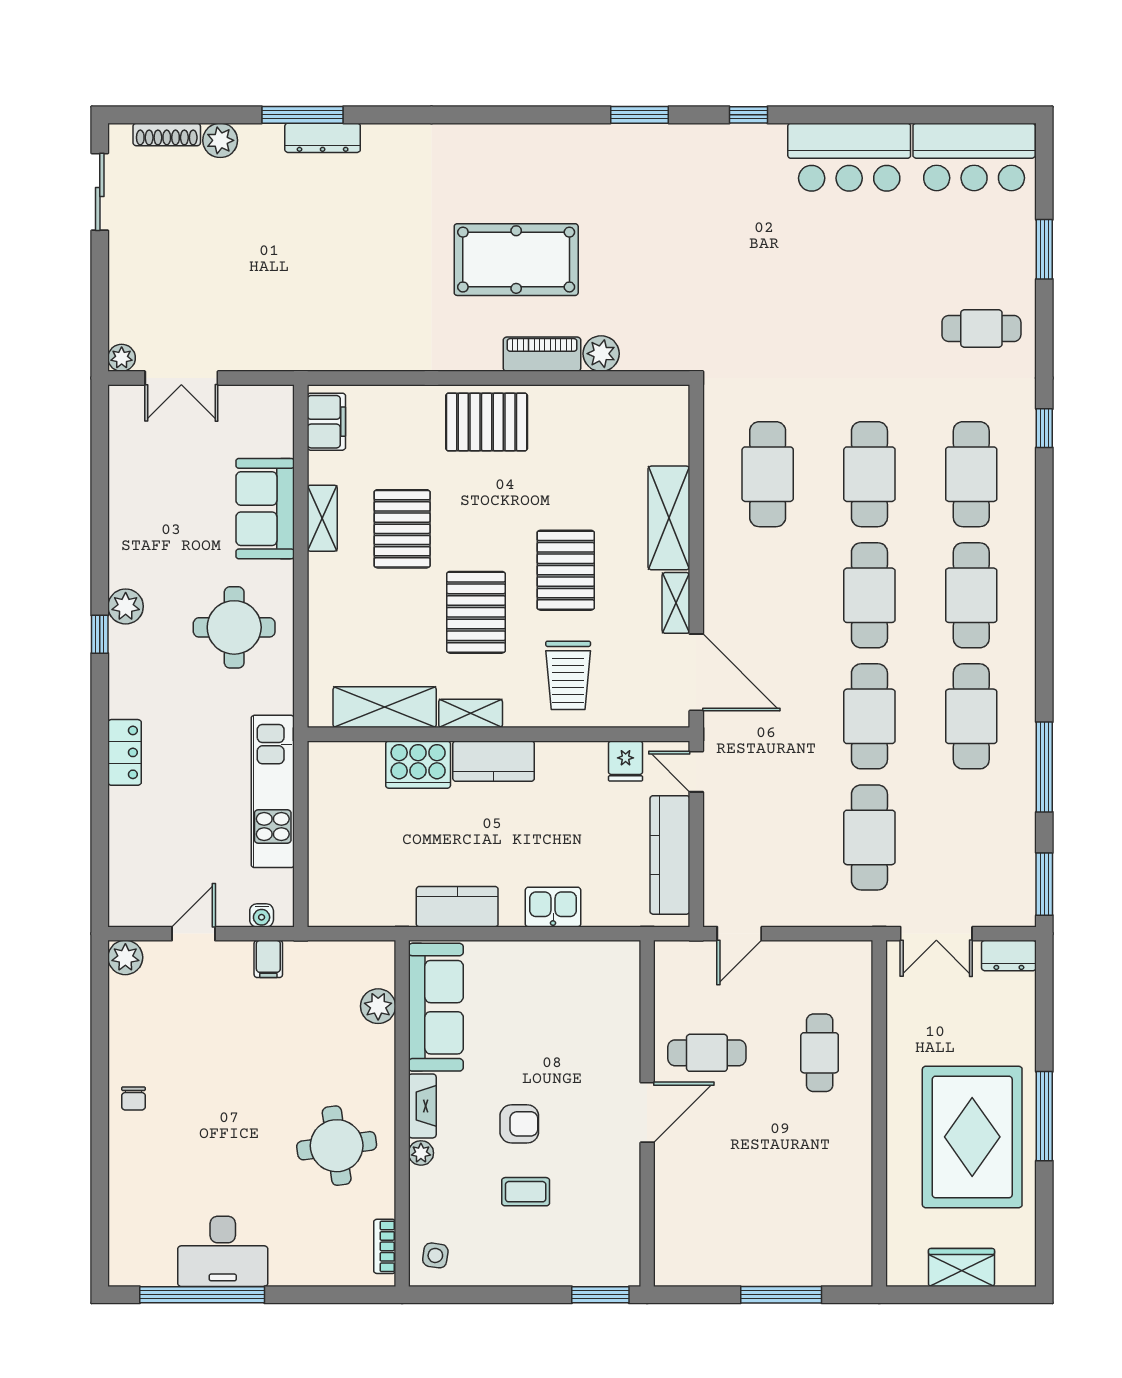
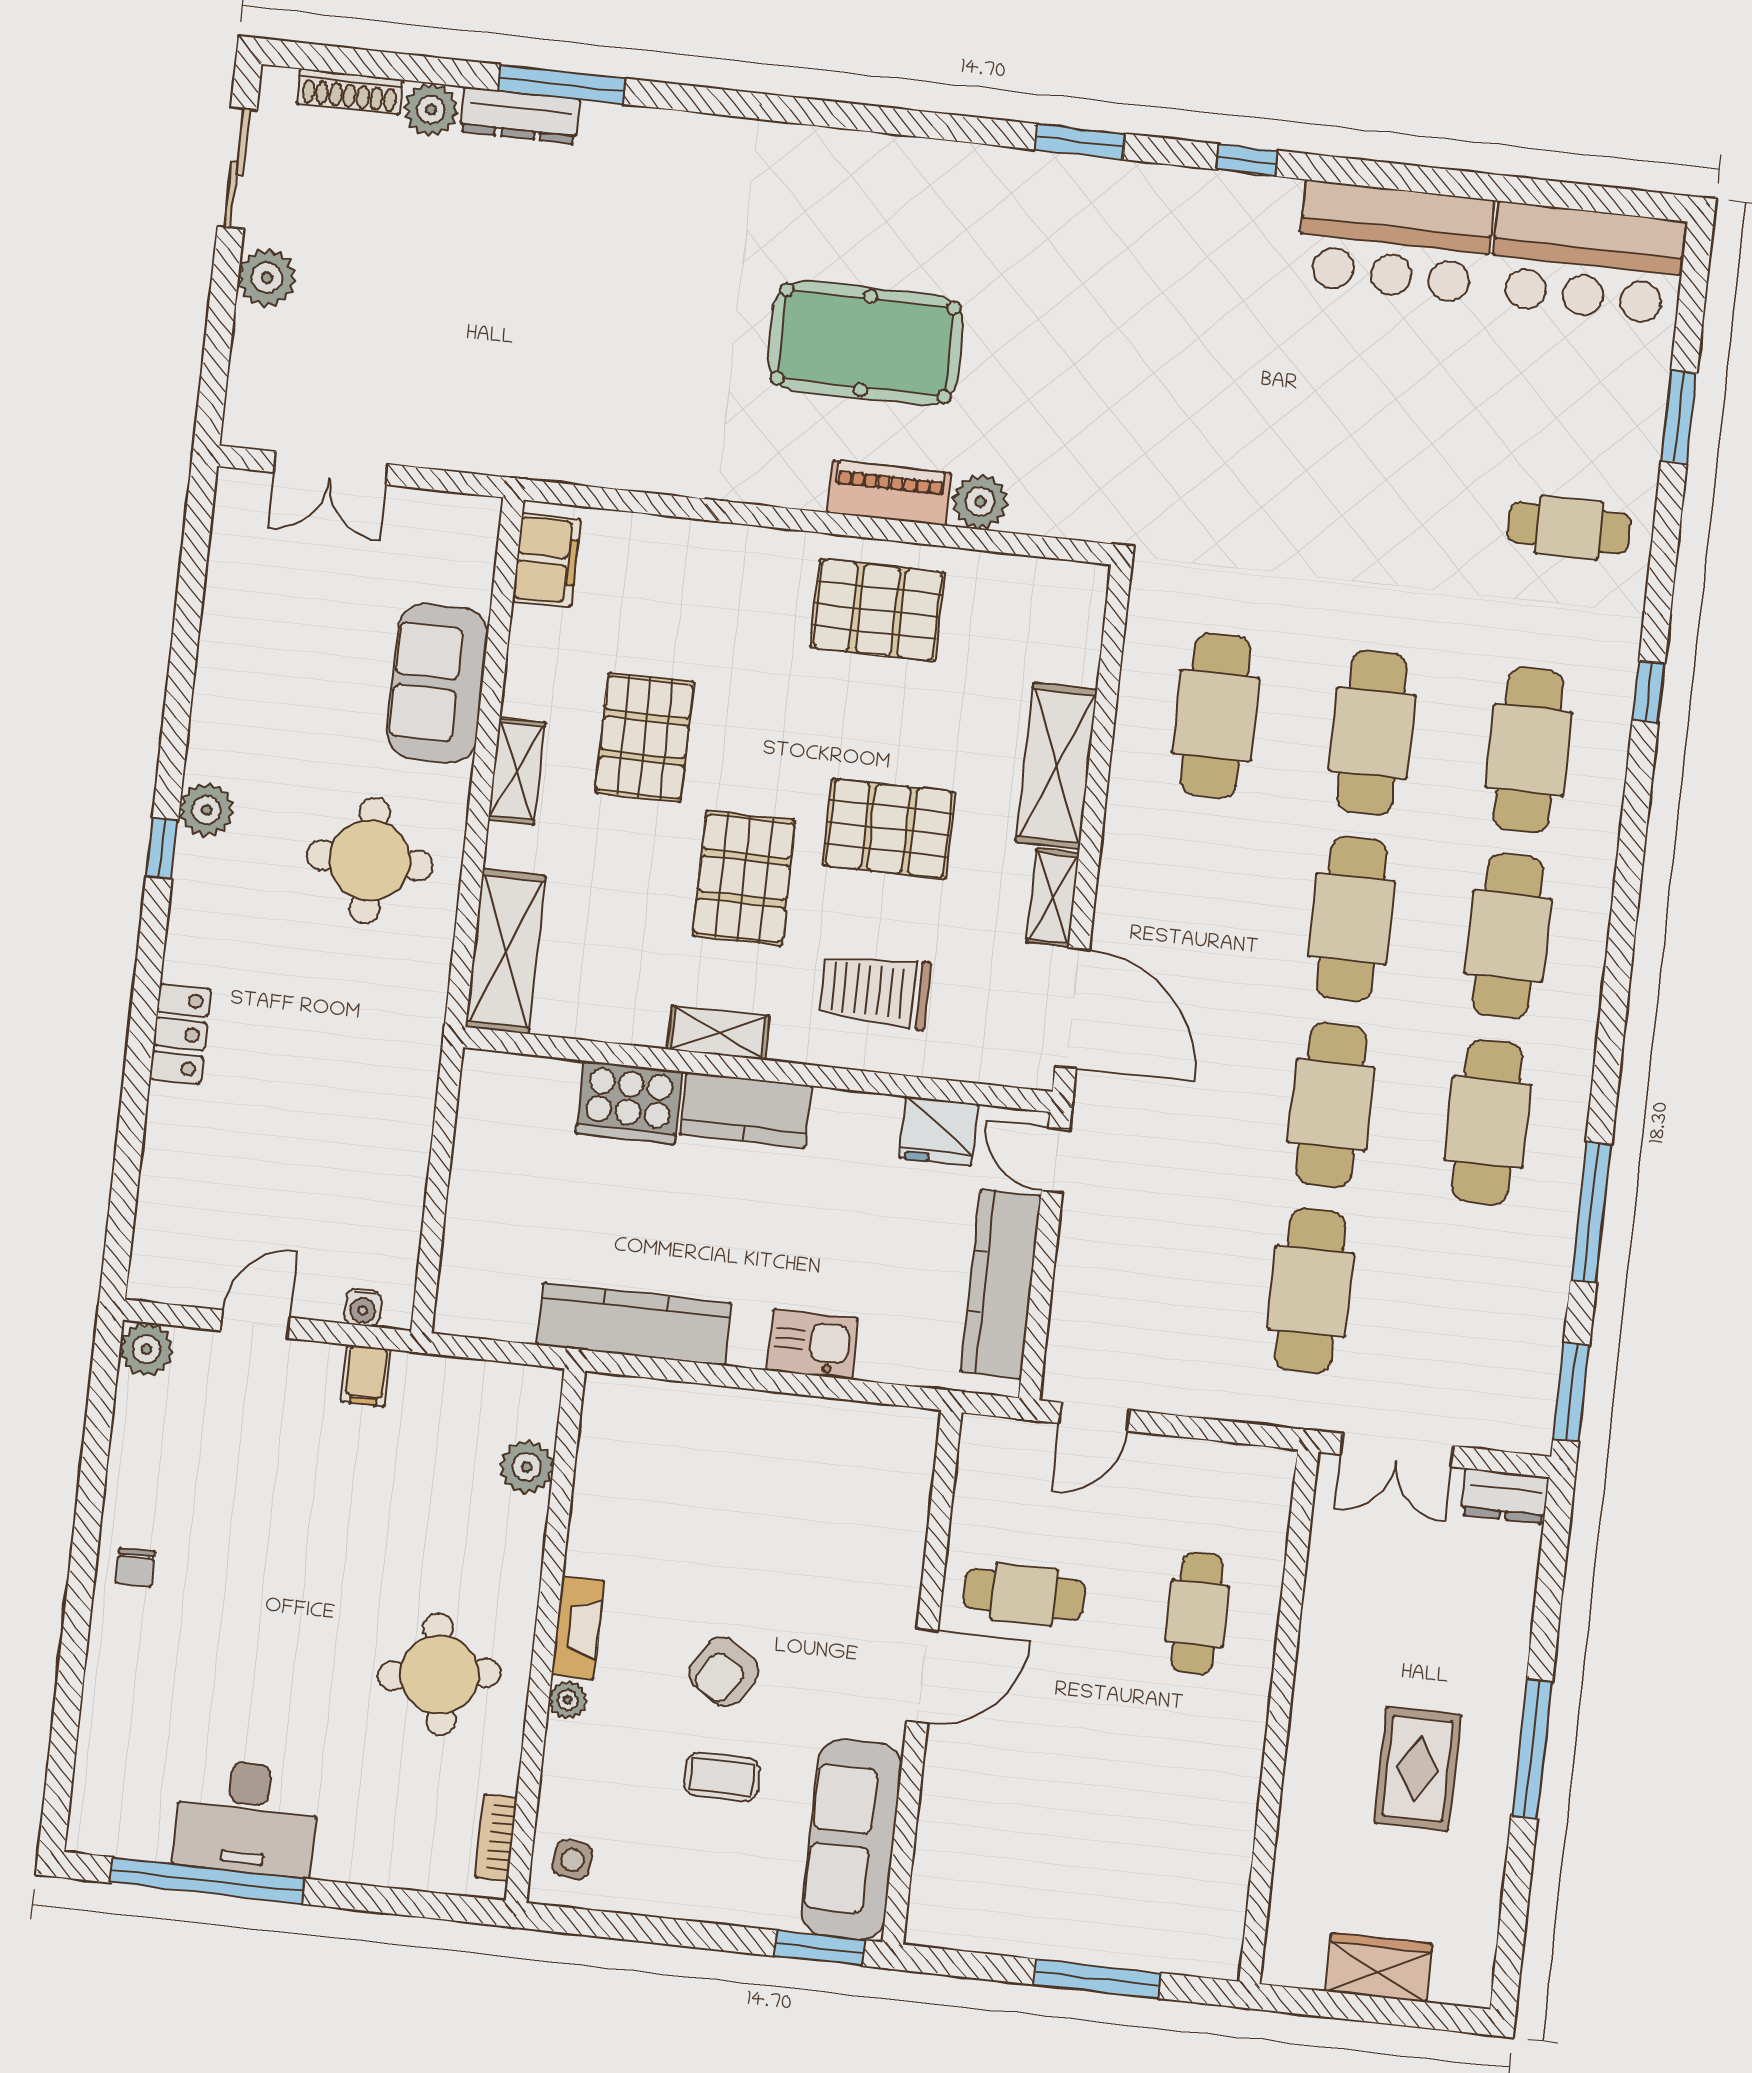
dresser: (323, 138) -> (520, 115), moved
plant: (122, 358) -> (267, 278), moved, width x1.38, depth x1.38
pallet: (487, 422) -> (877, 610), moved
shelving: (322, 518) -> (517, 771), moved
pallet: (566, 570) -> (889, 829), turned 90
trolley: (568, 675) -> (875, 991), turned 90
shelving: (385, 707) -> (506, 951), moved, turned 90
fridge: (626, 761) -> (938, 1131), width x1.38
kitchen unit: (273, 791) -> (401, 1119), removed
kitchen counter: (457, 907) -> (634, 1324), width x1.50
sofa: (436, 1007) -> (852, 1839), moved, turned 180
armchair: (519, 1124) -> (724, 1672), turned 123
rug: (972, 1137) -> (1418, 1769), width x0.54, depth x0.49

